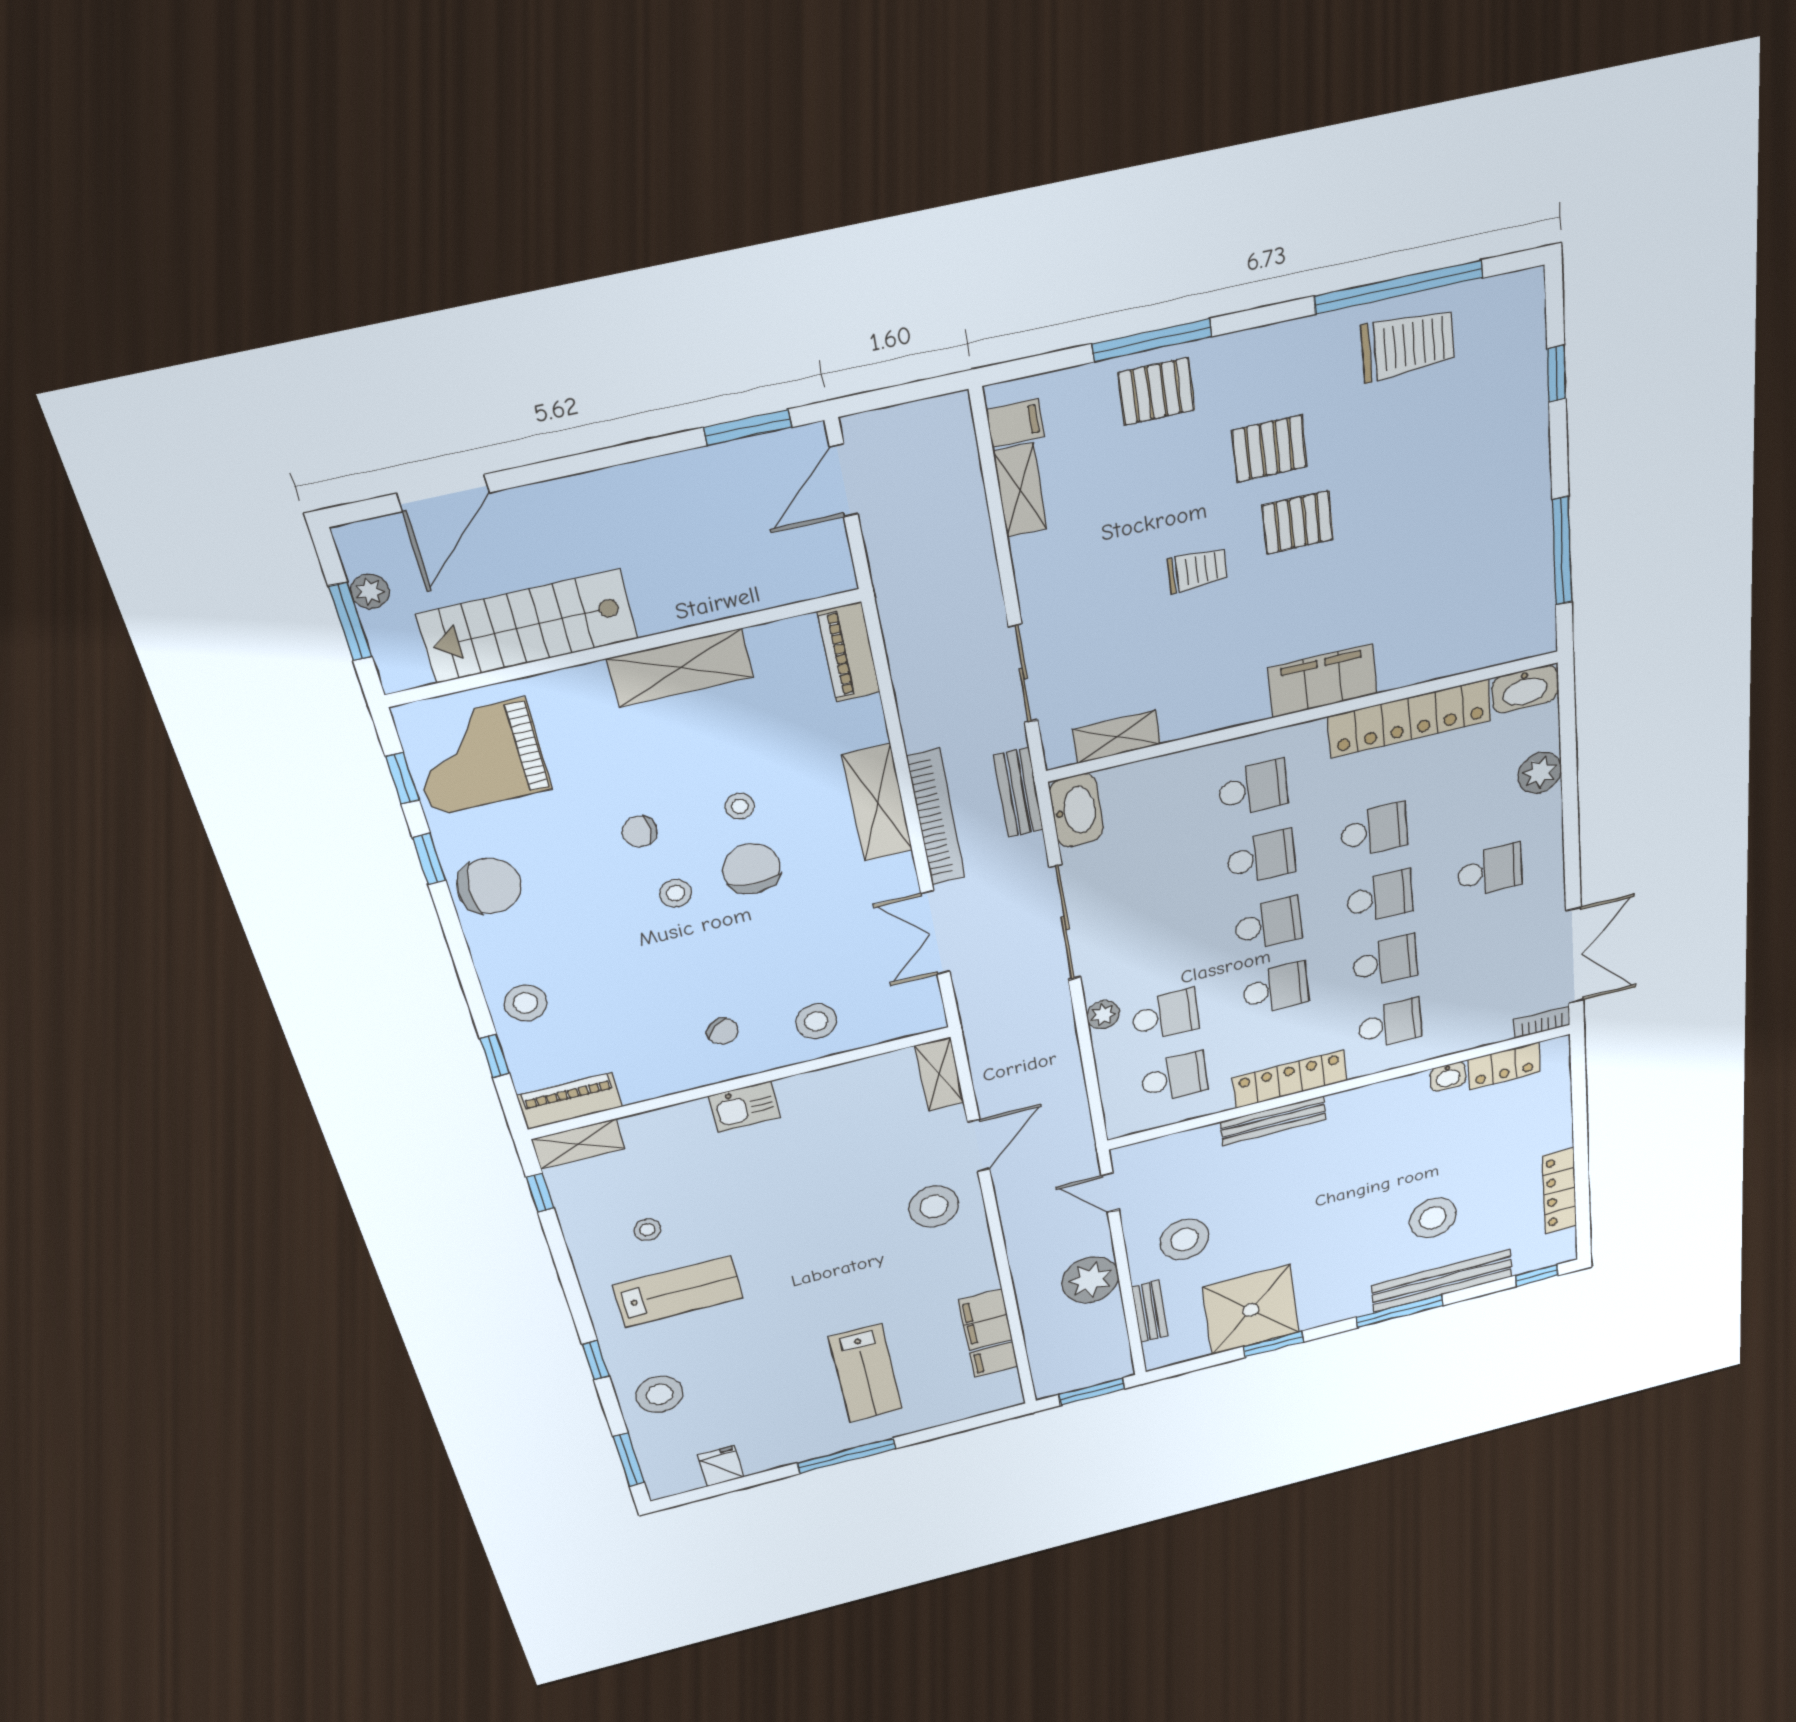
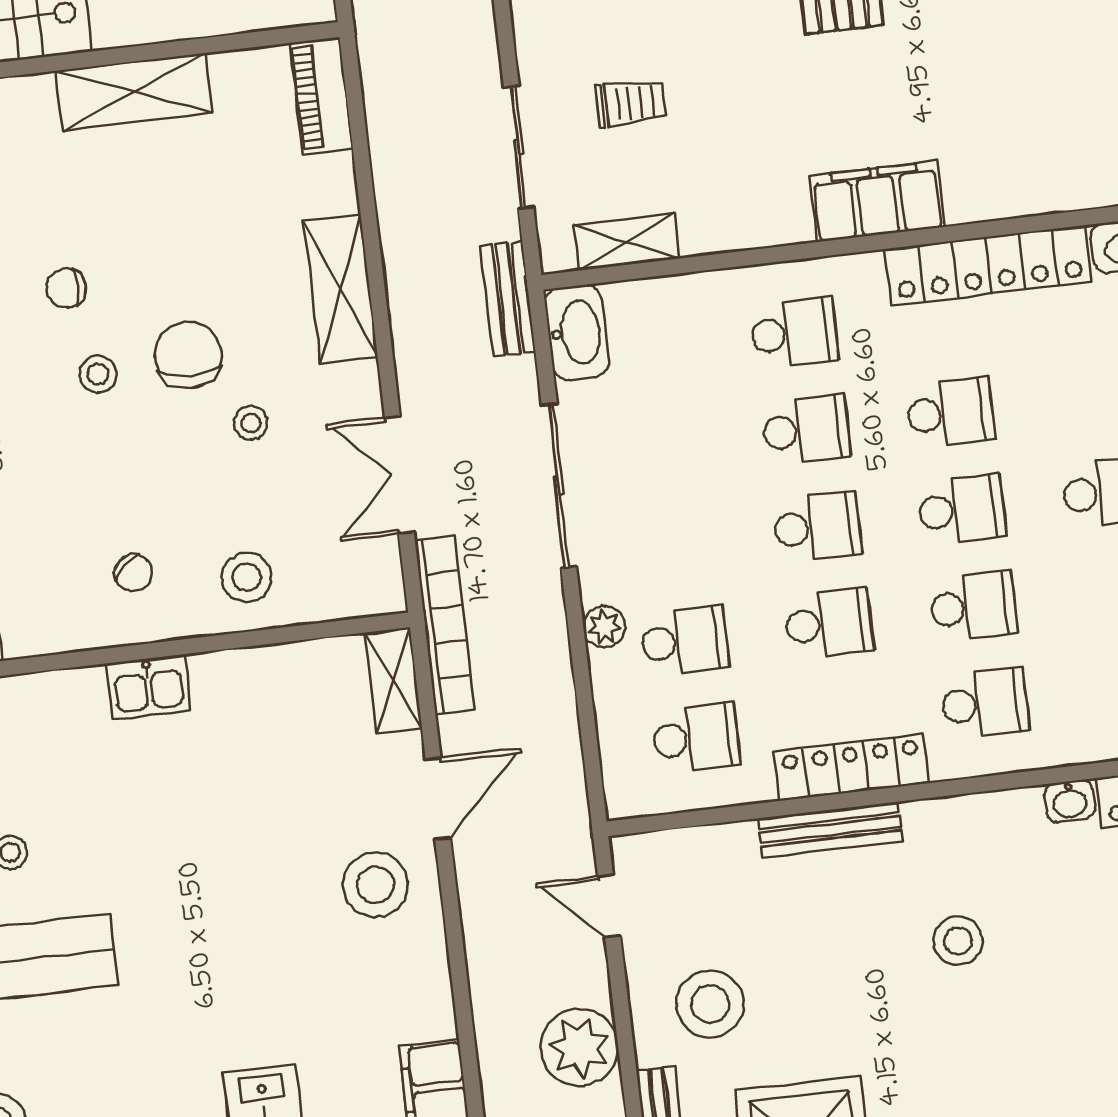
trolley: (1197, 570) -> (631, 103), moved
stool: (740, 806) -> (251, 423), moved
bookcase: (936, 817) -> (445, 625), moved
stool: (1433, 1218) -> (958, 941), moved, width x0.73, depth x0.73

